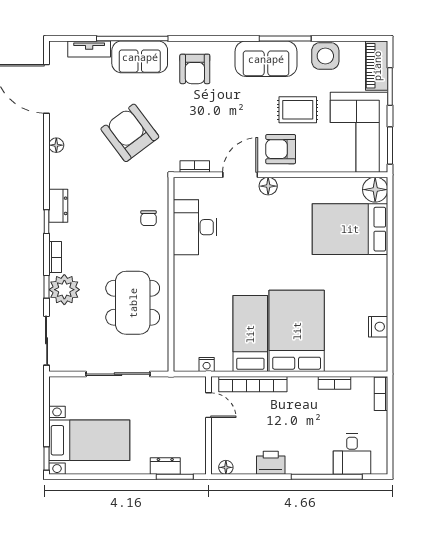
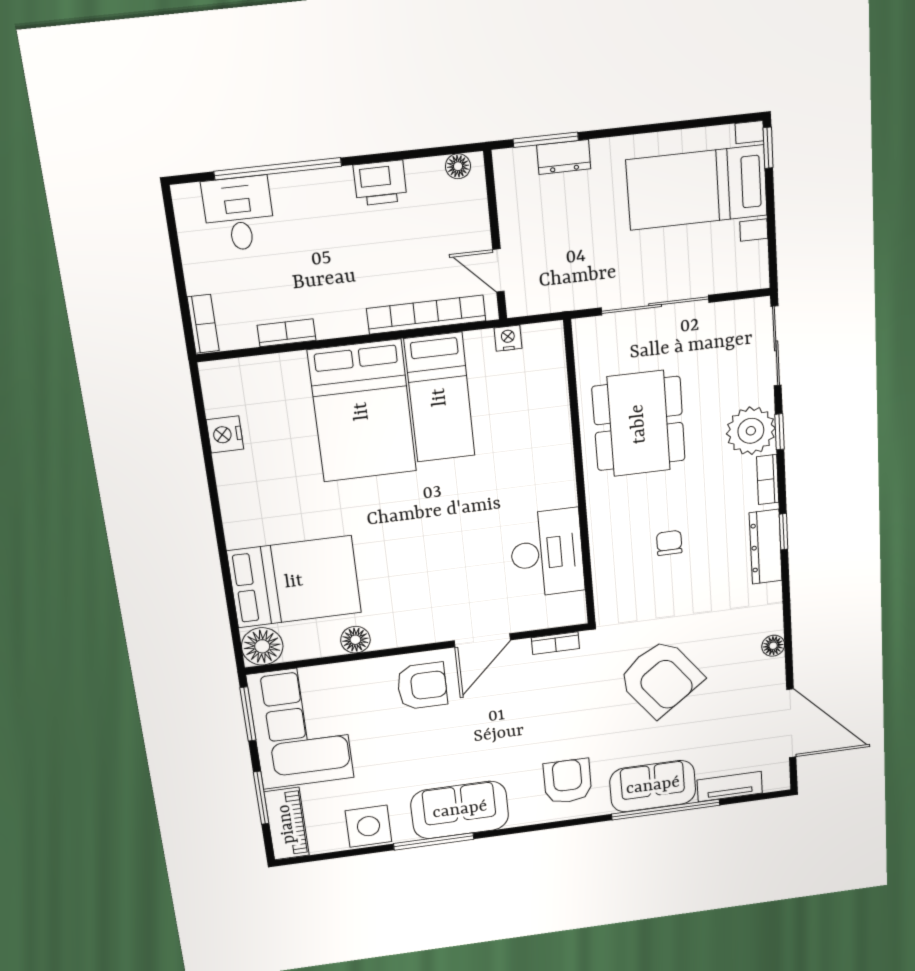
rug: (298, 110) -> (402, 746), removed
floor lamp: (268, 186) -> (355, 640), moved
dresser: (58, 206) -> (766, 547), width x1.44
chair: (149, 218) -> (669, 543), moved

